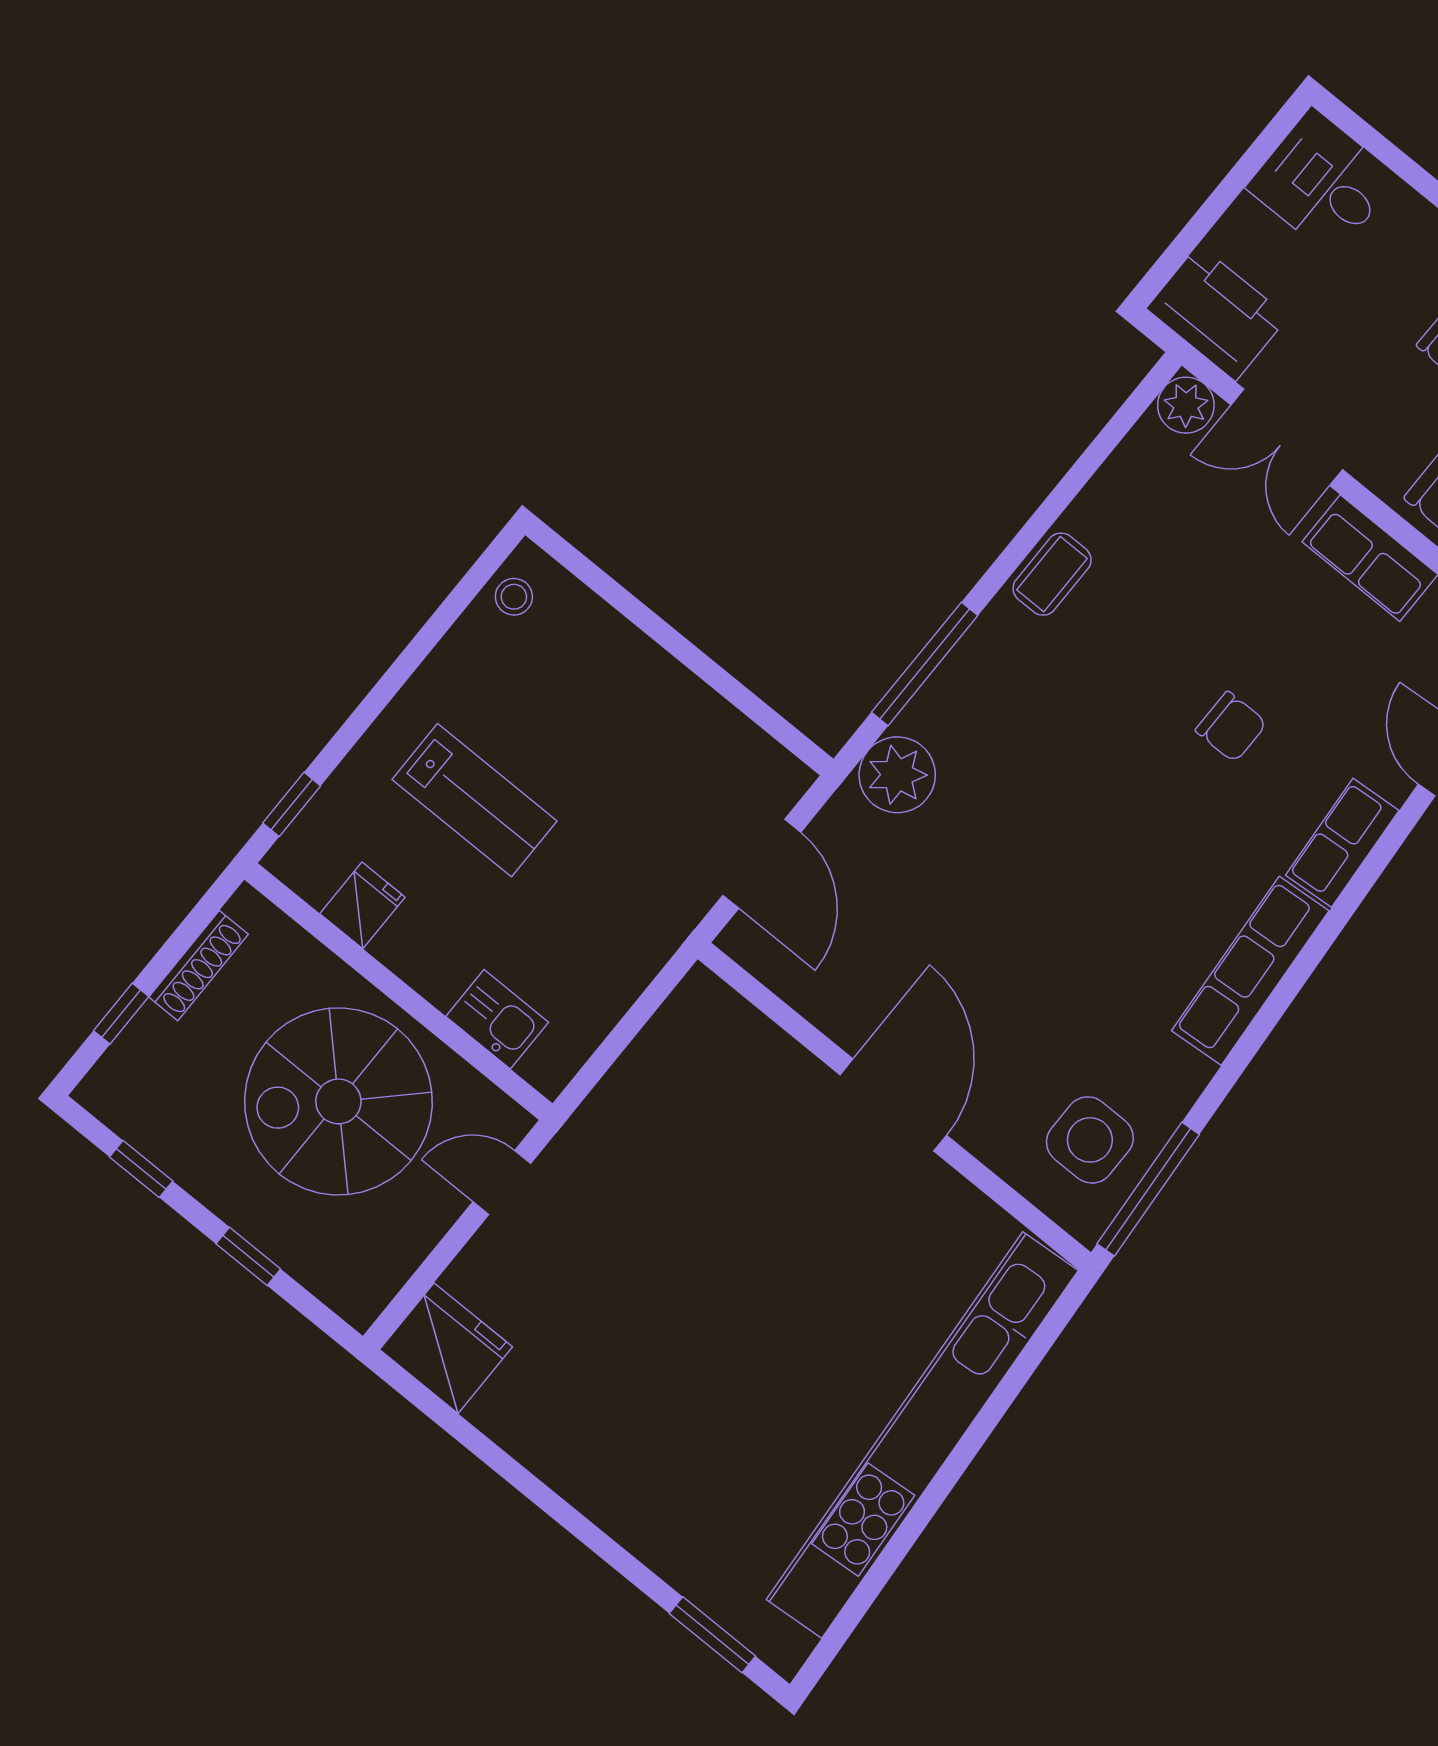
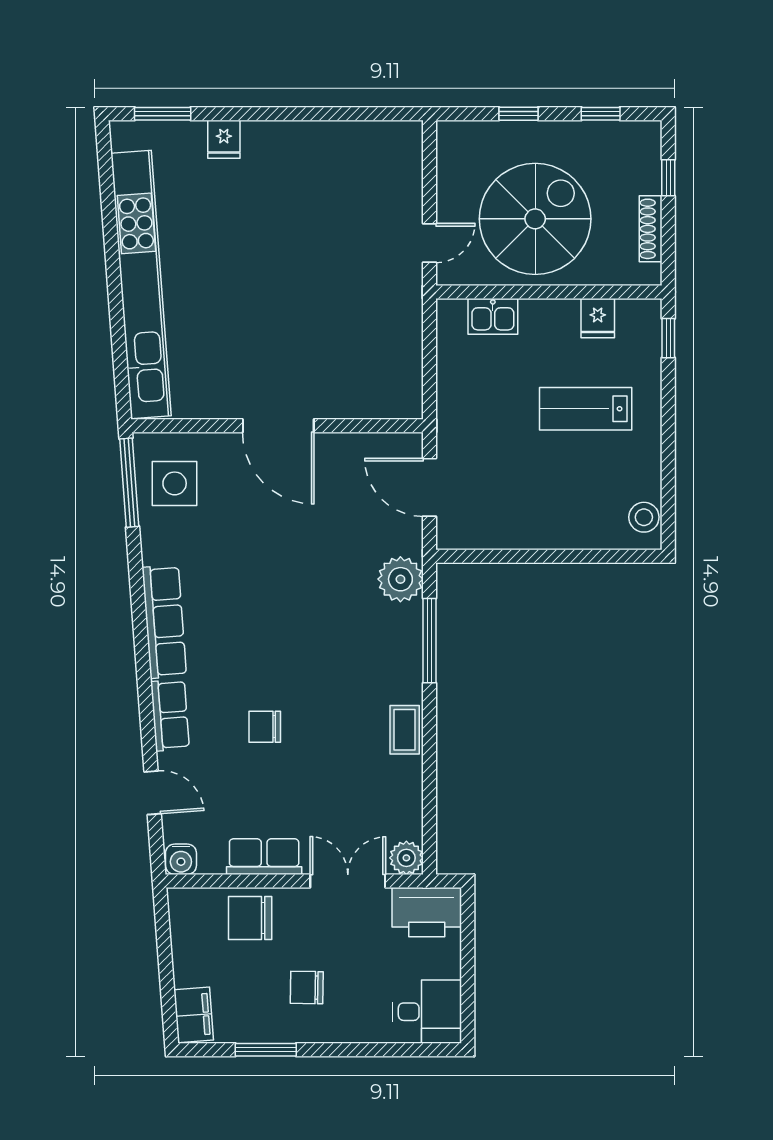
stool: (514, 597) -> (644, 517), width x1.37, depth x1.37
fridge: (446, 1348) -> (224, 139), moved, width x0.53, depth x0.75

